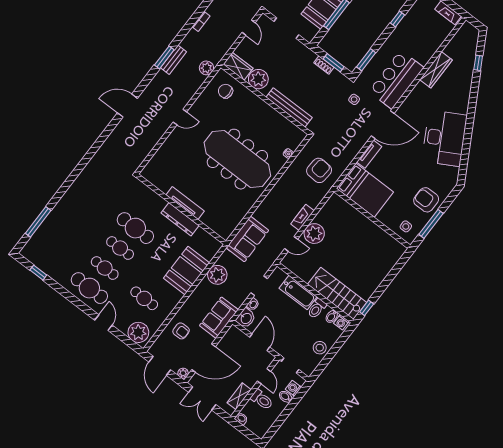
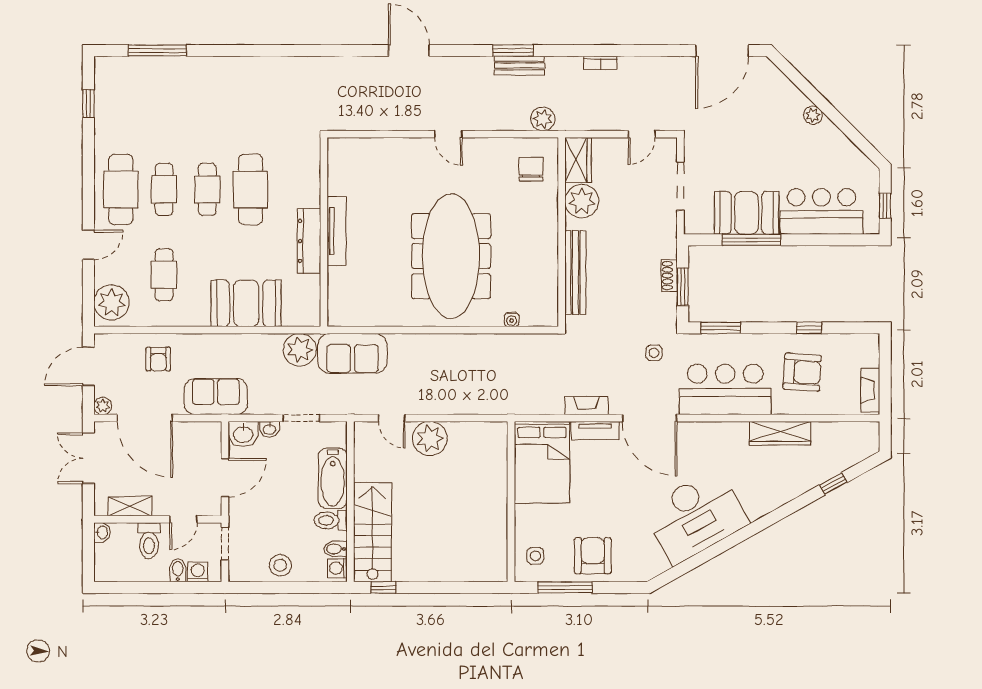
armchair: (319, 170) -> (802, 372), moved
fireplace: (302, 217) -> (586, 406), moved
plant: (217, 275) -> (300, 350), moved

